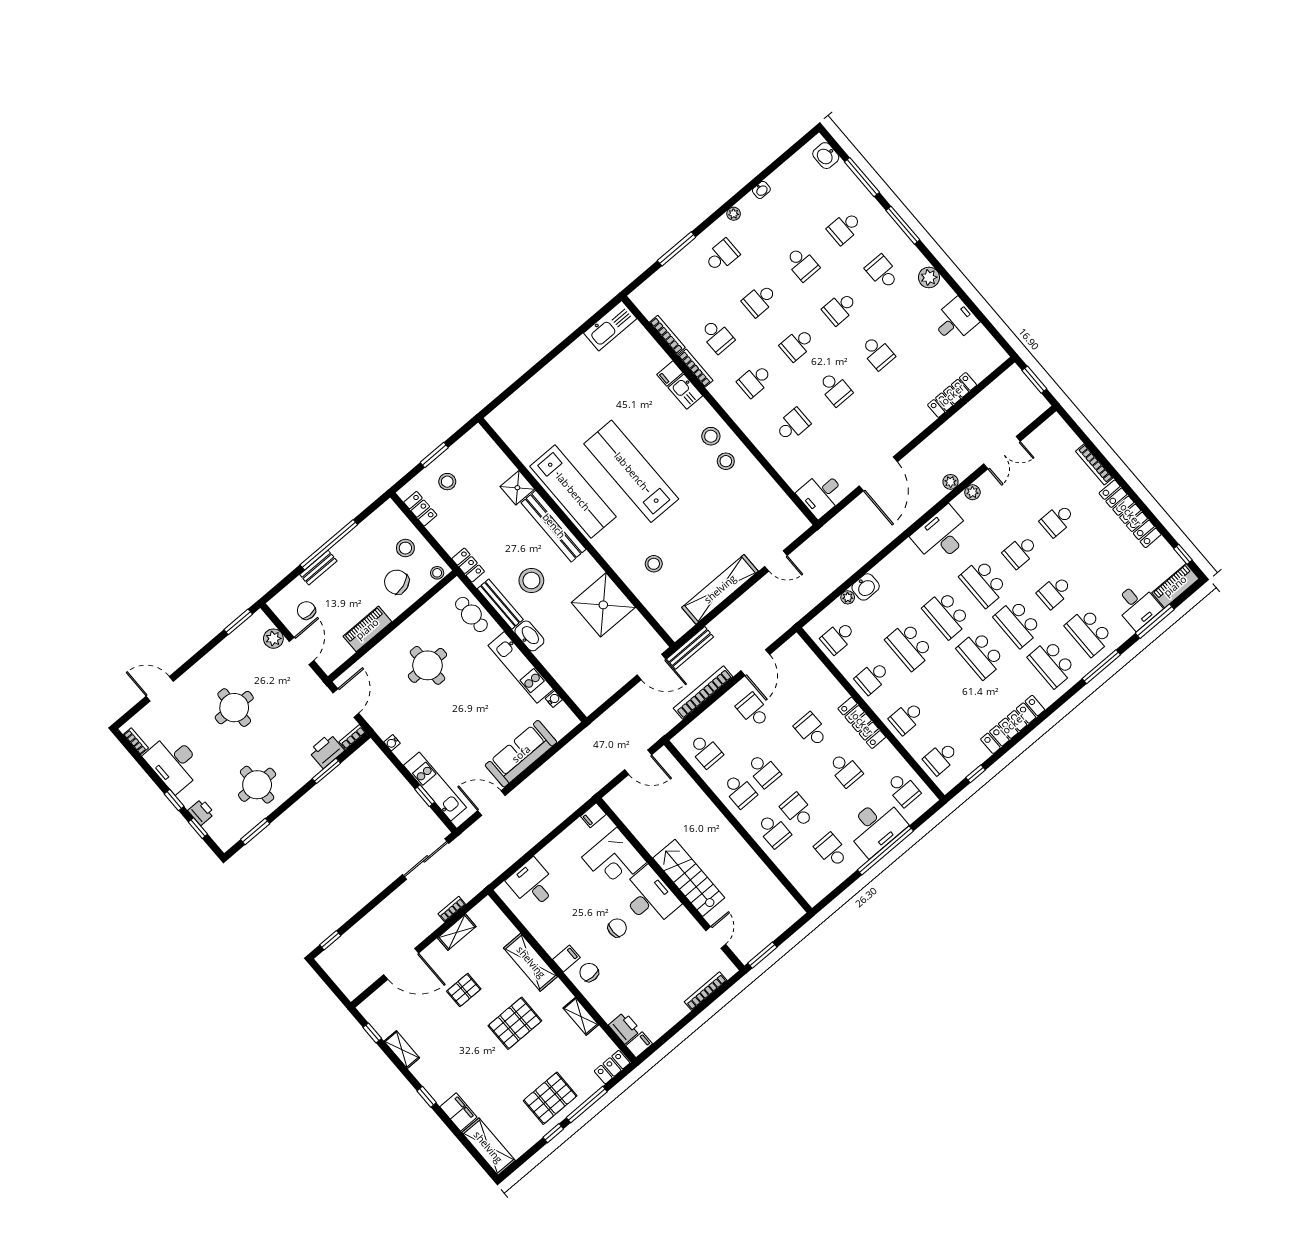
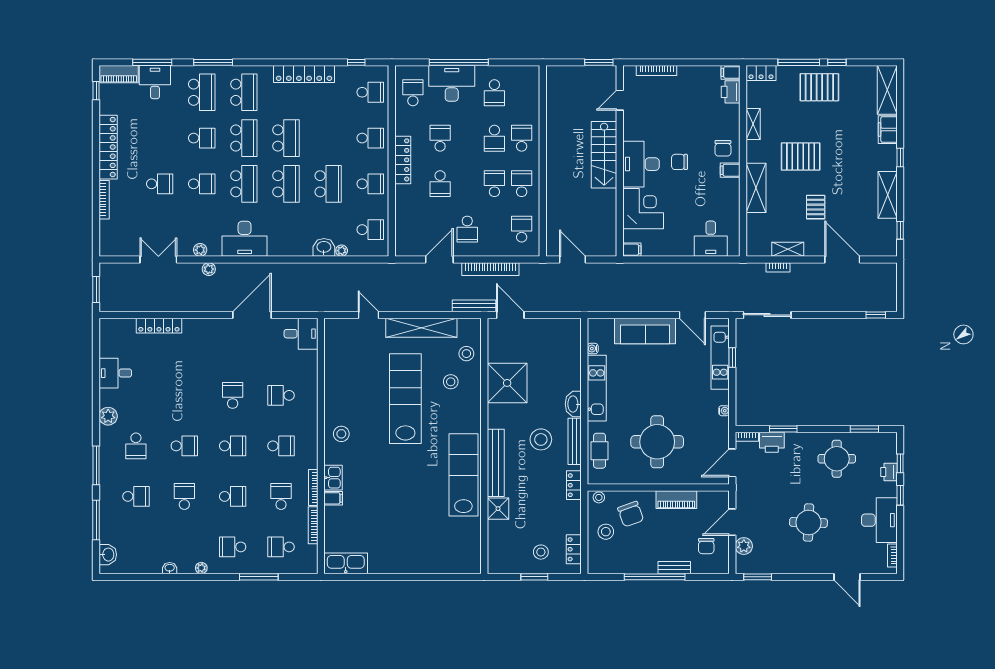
school desk: (878, 353) -> (281, 547), moved, turned -90
stool: (726, 461) -> (466, 354), moved
lab bench: (631, 471) -> (405, 399), moved, turned 180
round table: (427, 665) -> (657, 442), width x1.36, depth x1.36
pallet: (464, 990) -> (816, 207), turned 90
shelving: (402, 1050) -> (888, 195), width x1.50, depth x1.33

